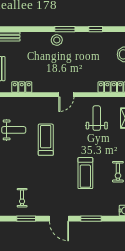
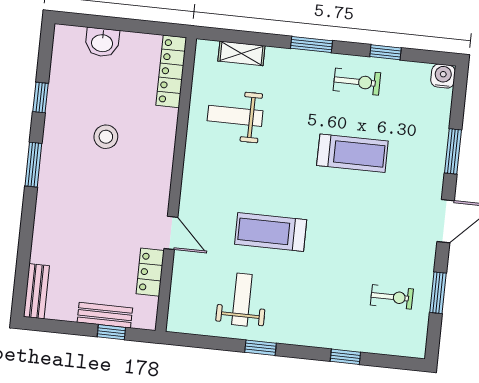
stool: (57, 40) -> (106, 137), moved
door: (66, 95) -> (171, 233), moved

